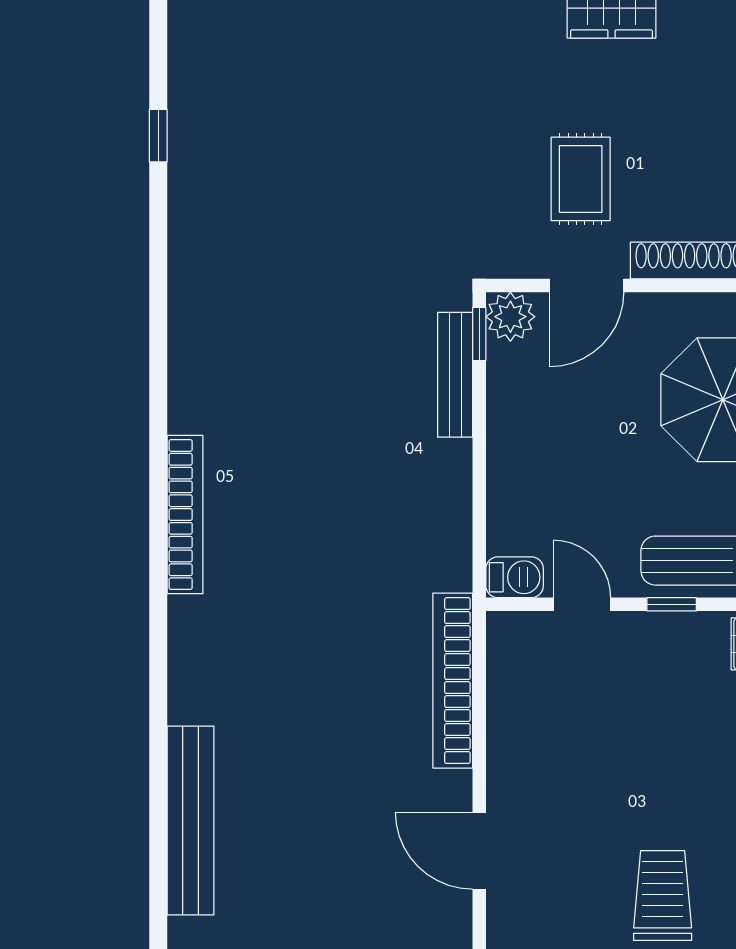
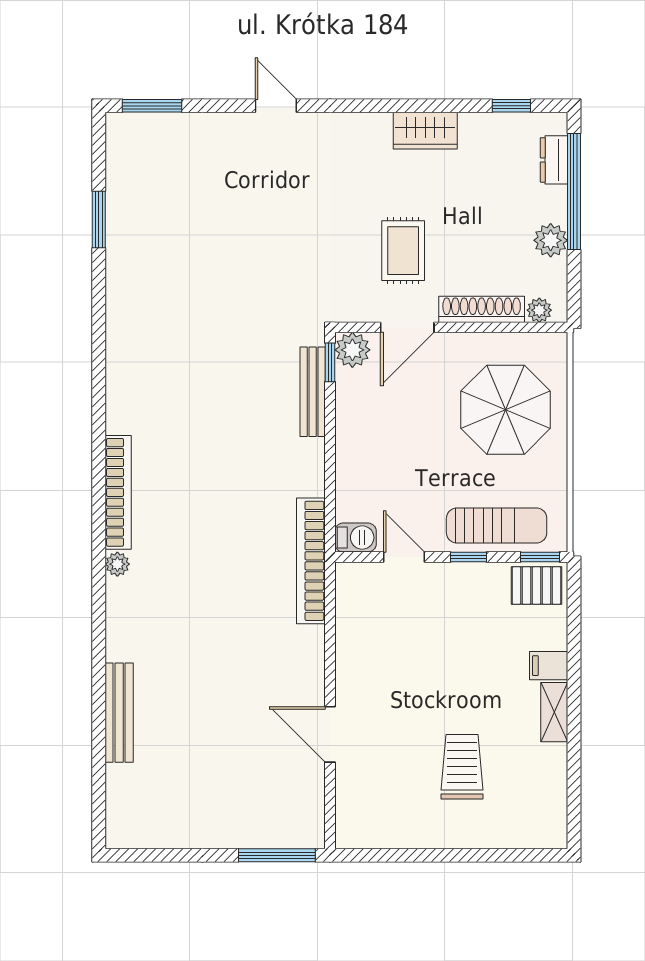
window: (158, 136) -> (99, 220), width x1.50
plant: (184, 614) -> (117, 564), added
bookcase: (453, 681) -> (311, 561), moved
bench: (190, 820) -> (119, 713), width x0.73, depth x0.82

